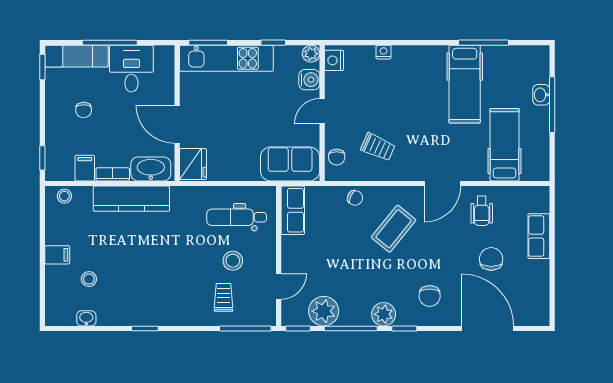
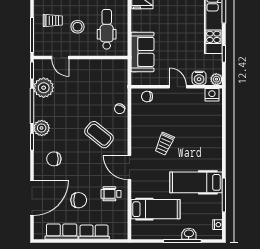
nightstand: (384, 52) -> (218, 225), moved
trolley: (378, 147) -> (164, 144), moved
sofa: (290, 164) -> (142, 52), moved
row of seats: (293, 210) -> (62, 232), moved, turned 180

